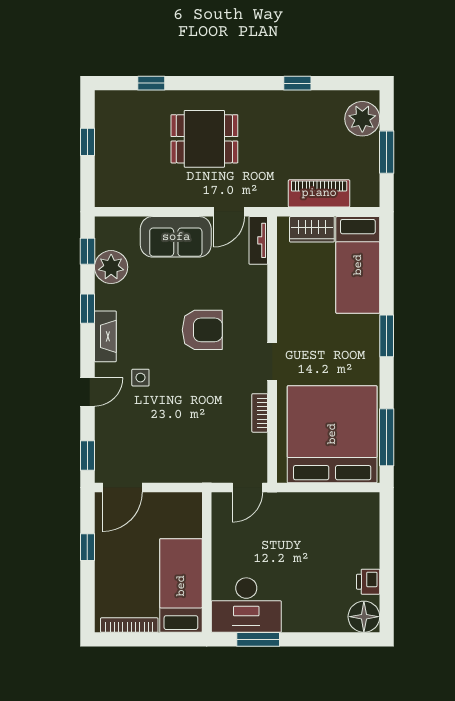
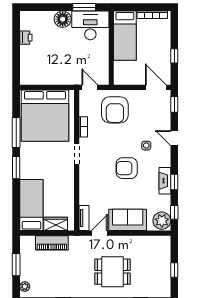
plant: (362, 119) -> (25, 287), width x0.53, depth x0.53
plant: (111, 267) -> (162, 221), moved
armchair: (202, 330) -> (127, 168), moved
fireplace: (105, 336) -> (165, 181), moved
door: (87, 392) -> (174, 138), hinge flipped
window: (387, 437) -> (16, 132), moved
armchair: (200, 445) -> (115, 110), added
door: (122, 488) -> (156, 87), hinge flipped
door: (247, 488) -> (90, 87), hinge flipped
floor lamp: (364, 617) -> (63, 19), moved

